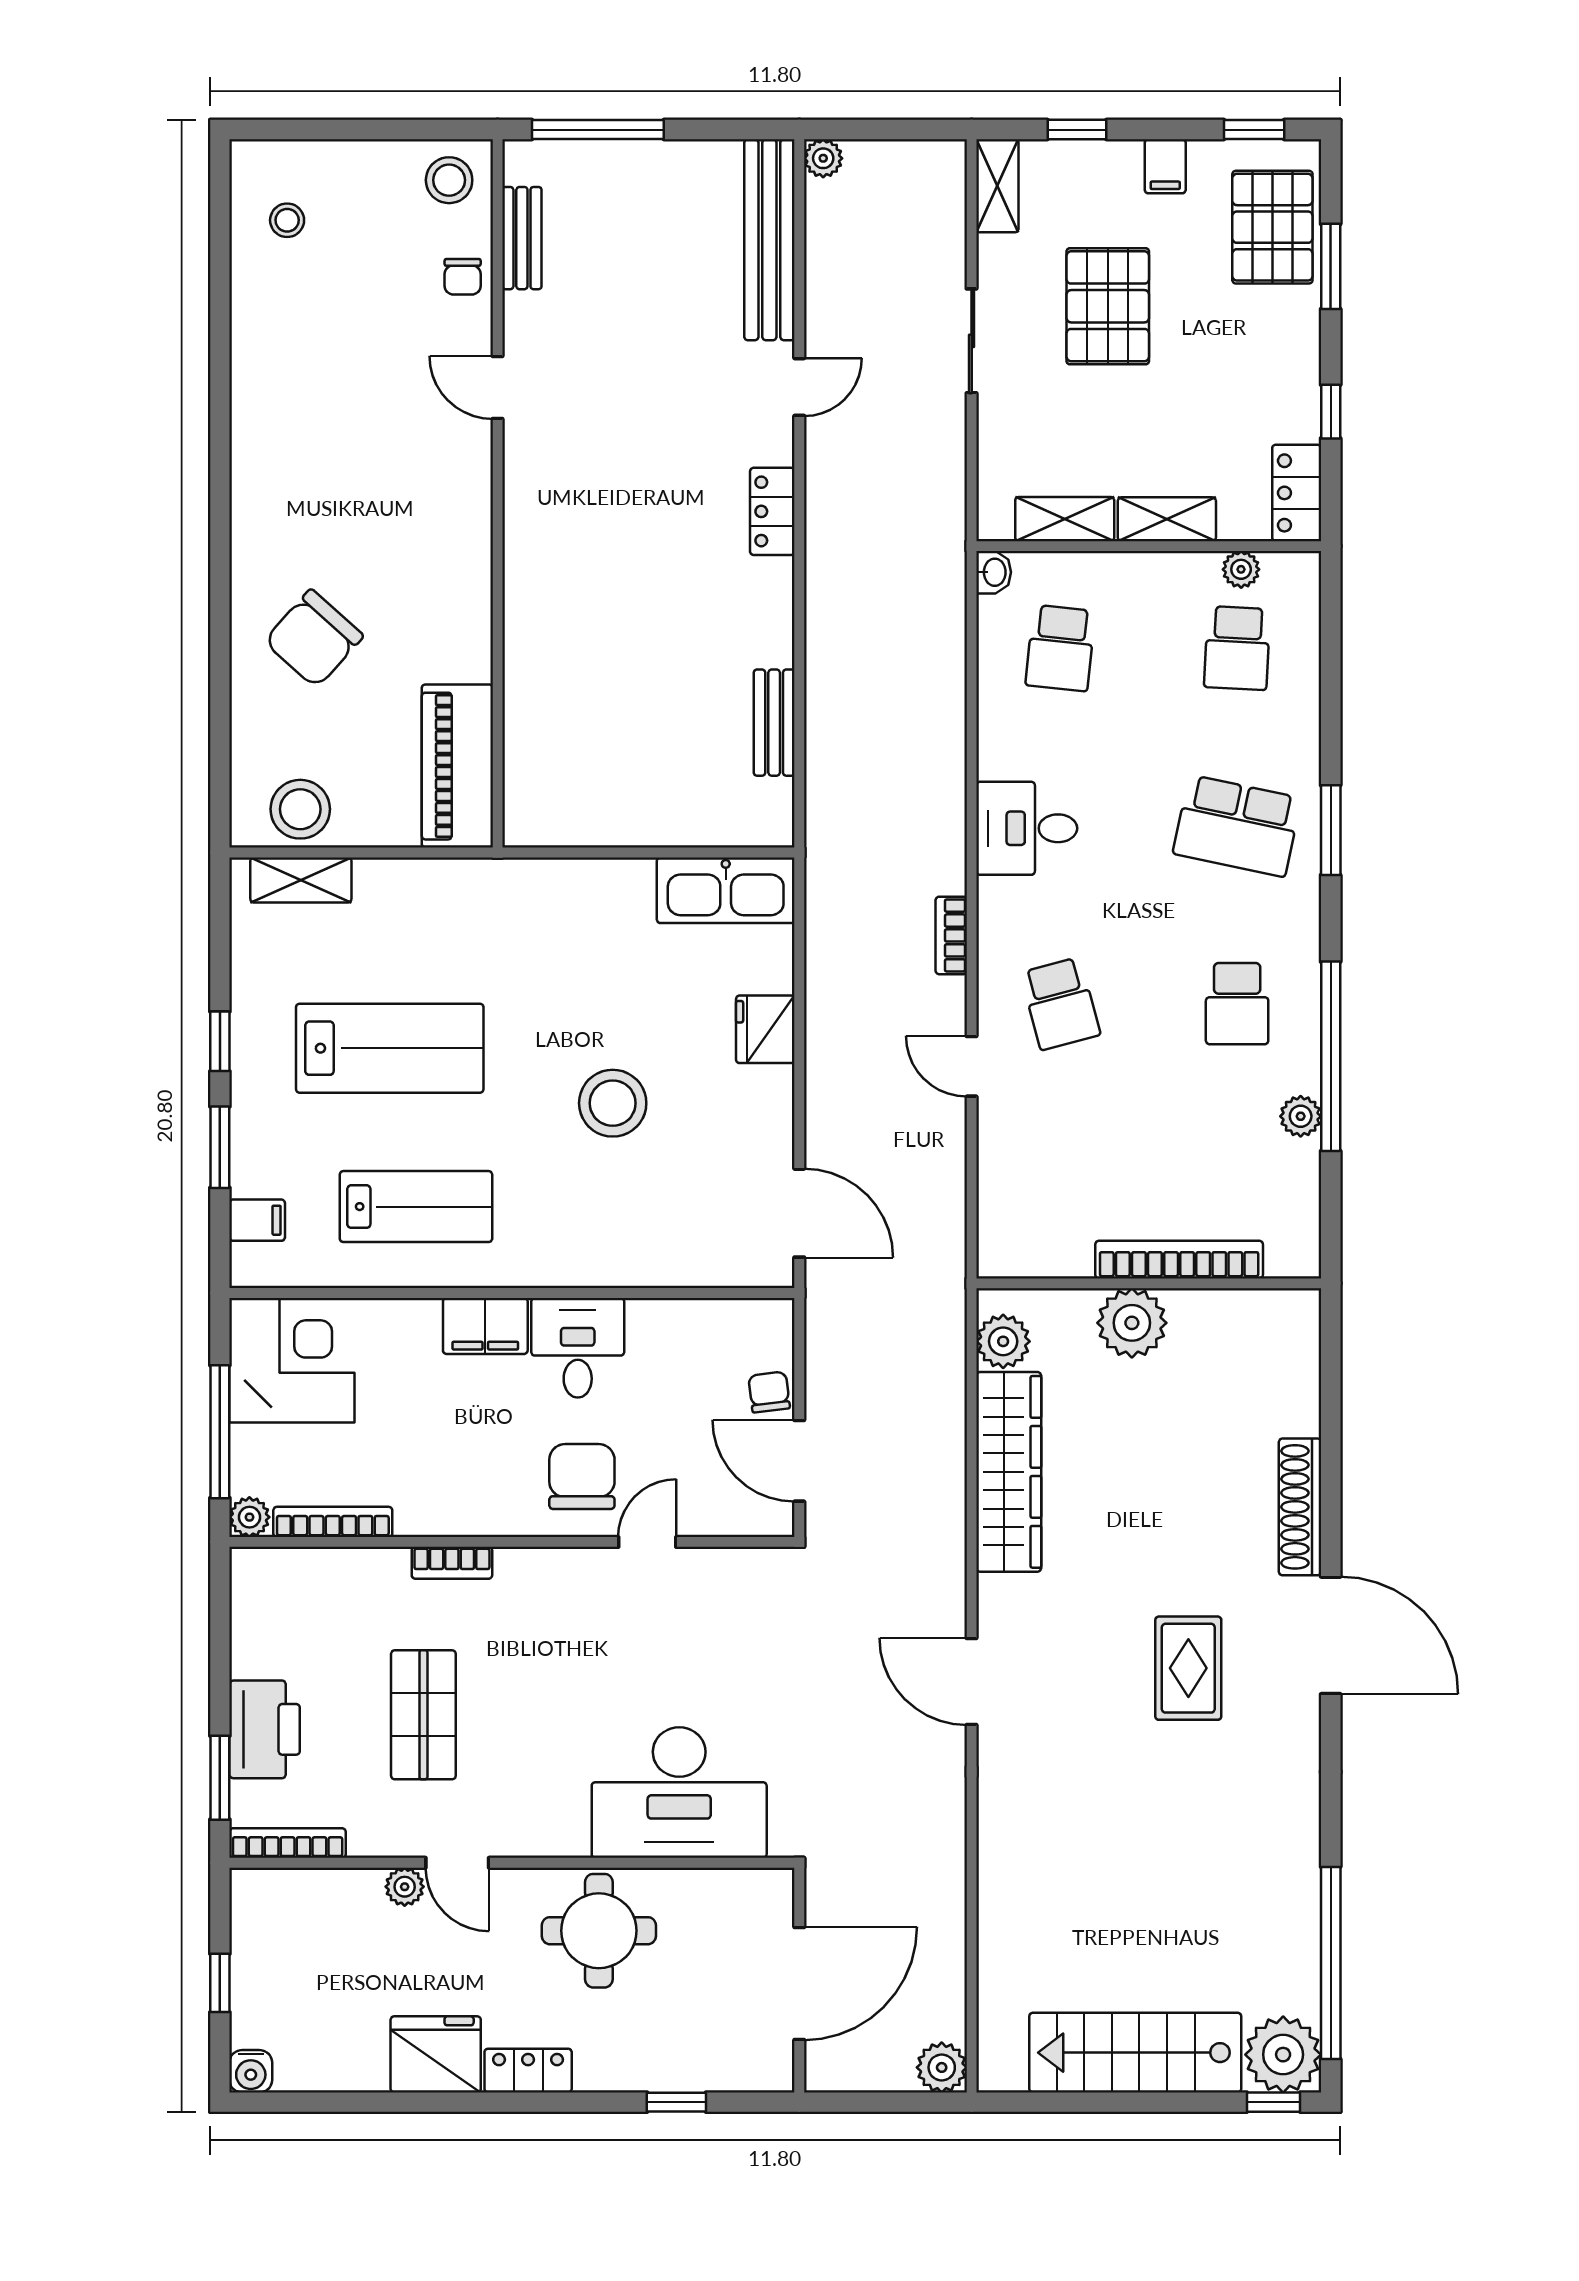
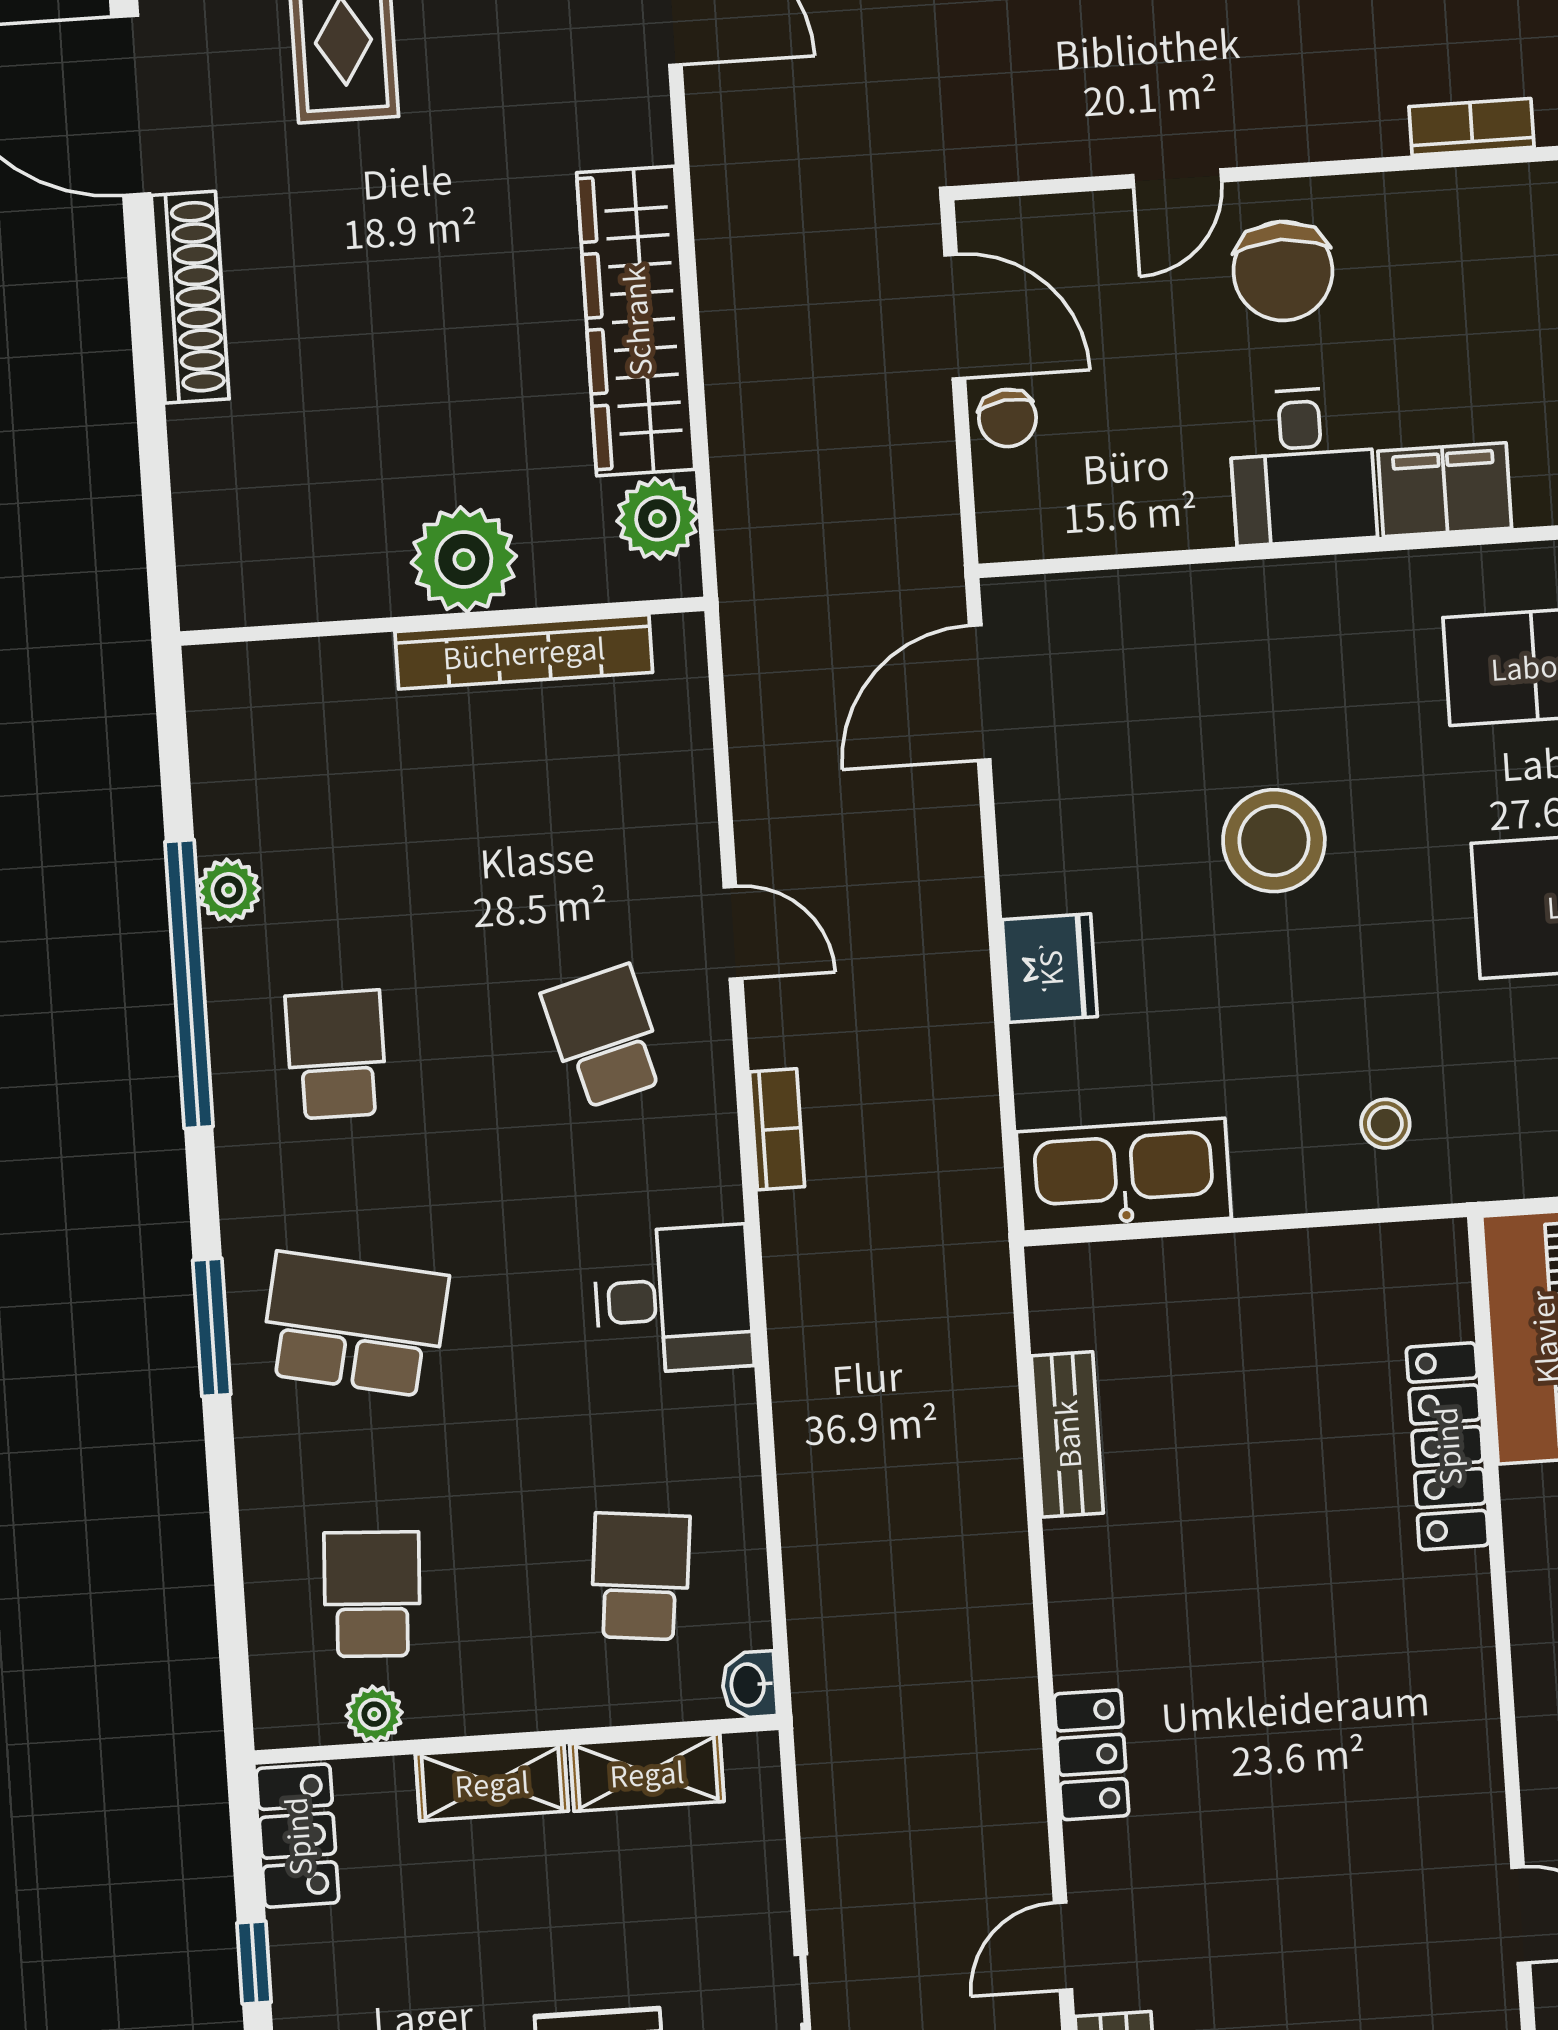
locker: (525, 698) -> (1447, 1446), added
stool: (552, 913) -> (1385, 1124), added
door: (799, 1213) -> (980, 693), hinge flipped
bookcase: (1179, 1260) -> (524, 652), moved

